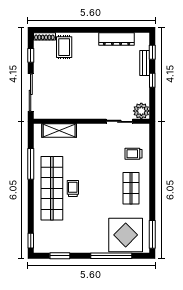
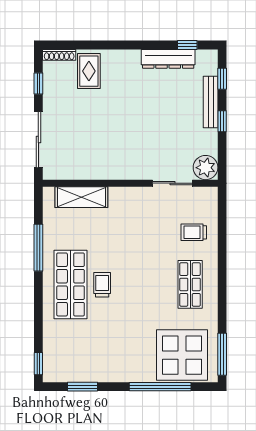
window: (129, 30) -> (187, 45), added
bench: (145, 63) -> (211, 102), width x1.36
shop shelf: (52, 188) -> (71, 284), width x0.71

